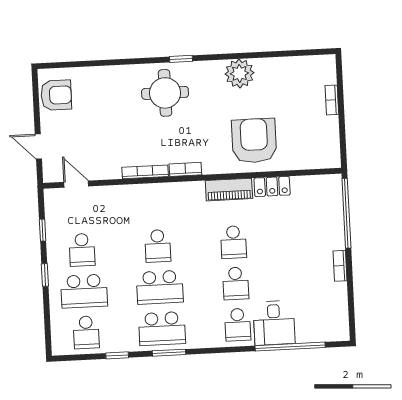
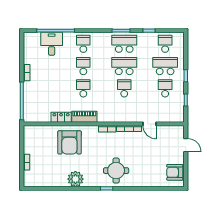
door: (76, 184) -> (149, 124), moved
desk: (274, 323) -> (52, 44), moved

